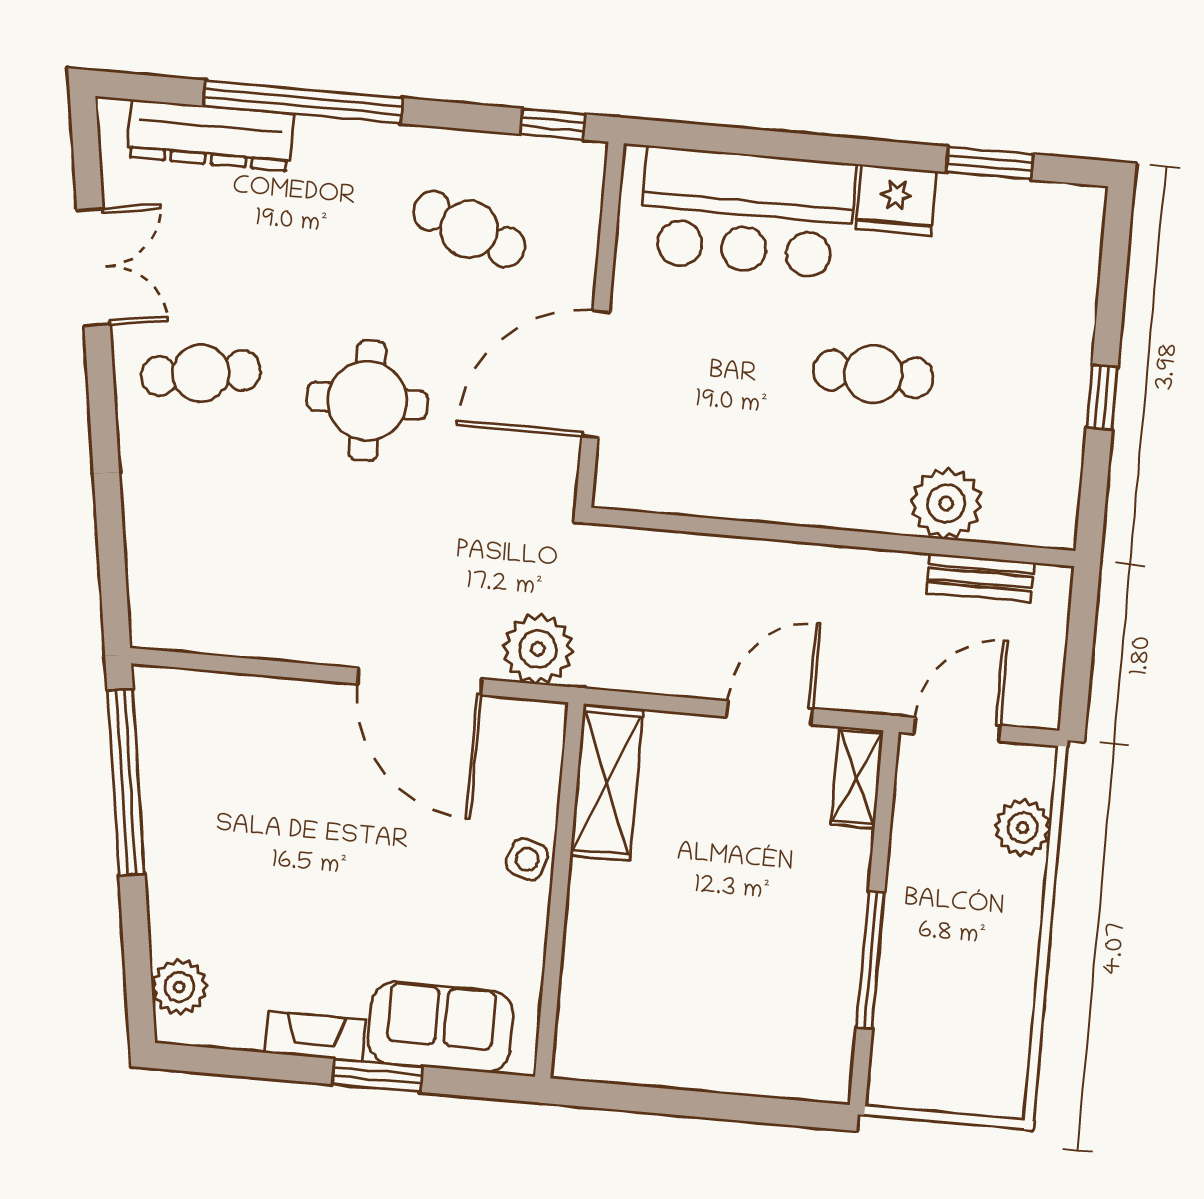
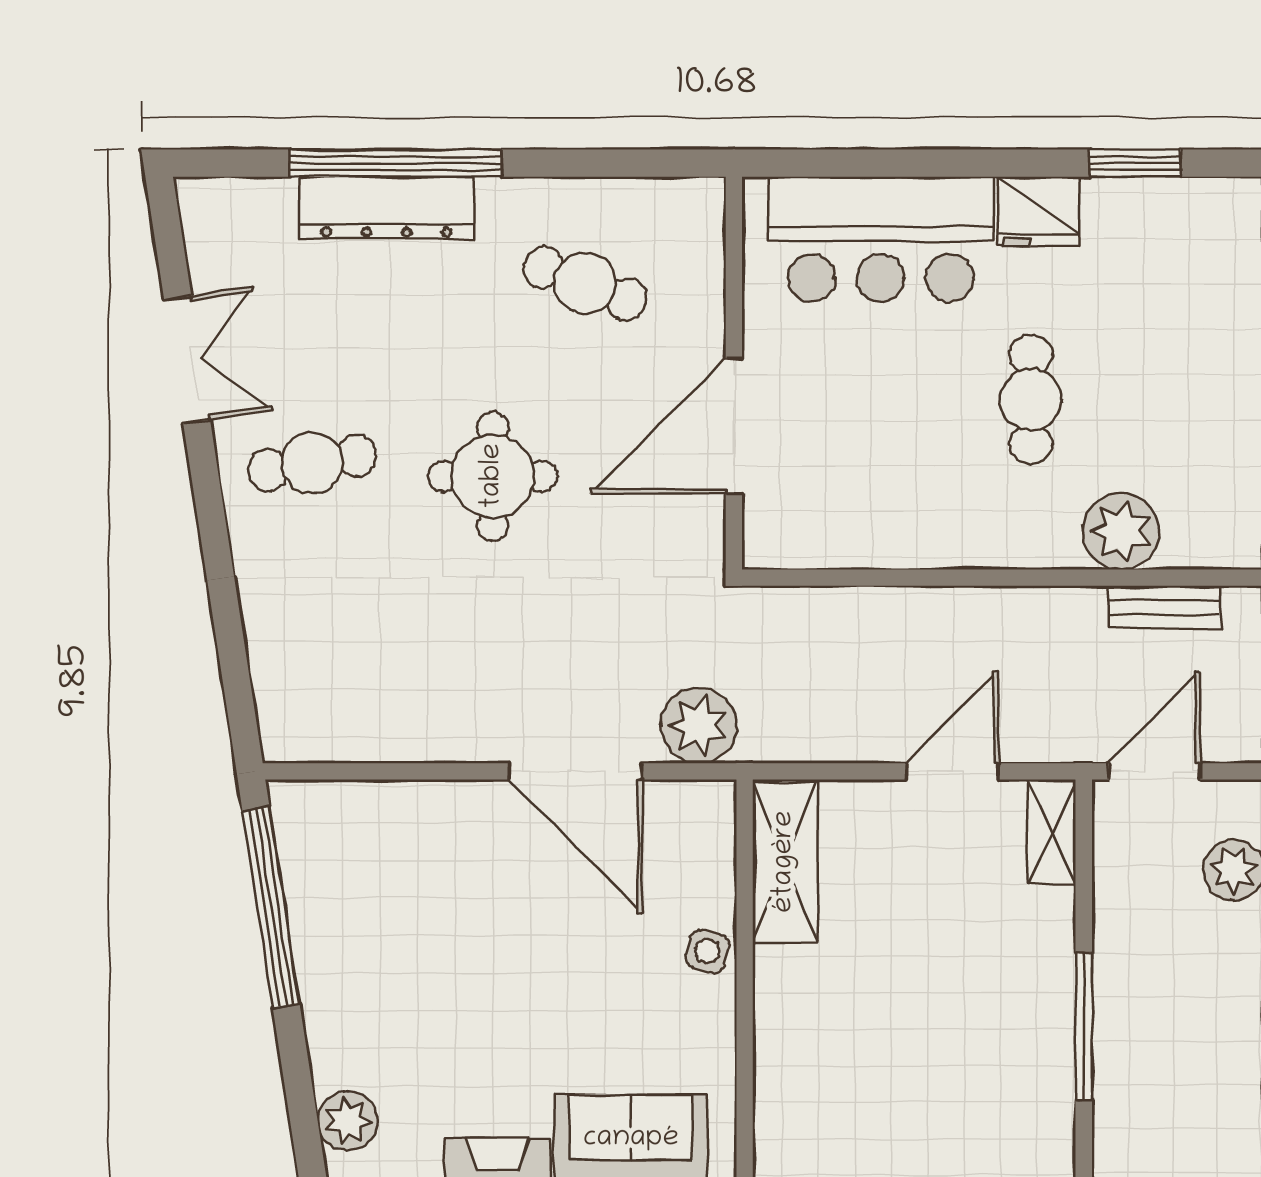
window: (553, 124) -> (665, 163), removed
dresser: (210, 135) -> (387, 208), moved
cafe table: (873, 374) -> (1031, 400), turned 90

